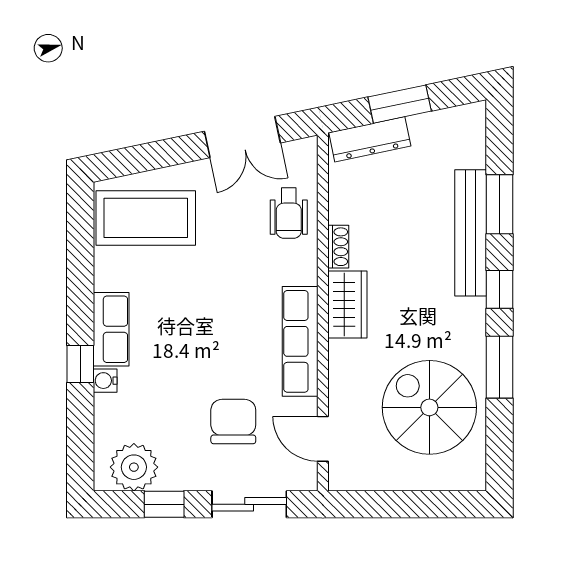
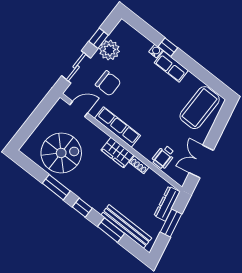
wheelchair: (289, 213) -> (164, 157), turned -90
bench: (471, 233) -> (126, 226), moved
plant: (134, 467) -> (109, 50), moved

